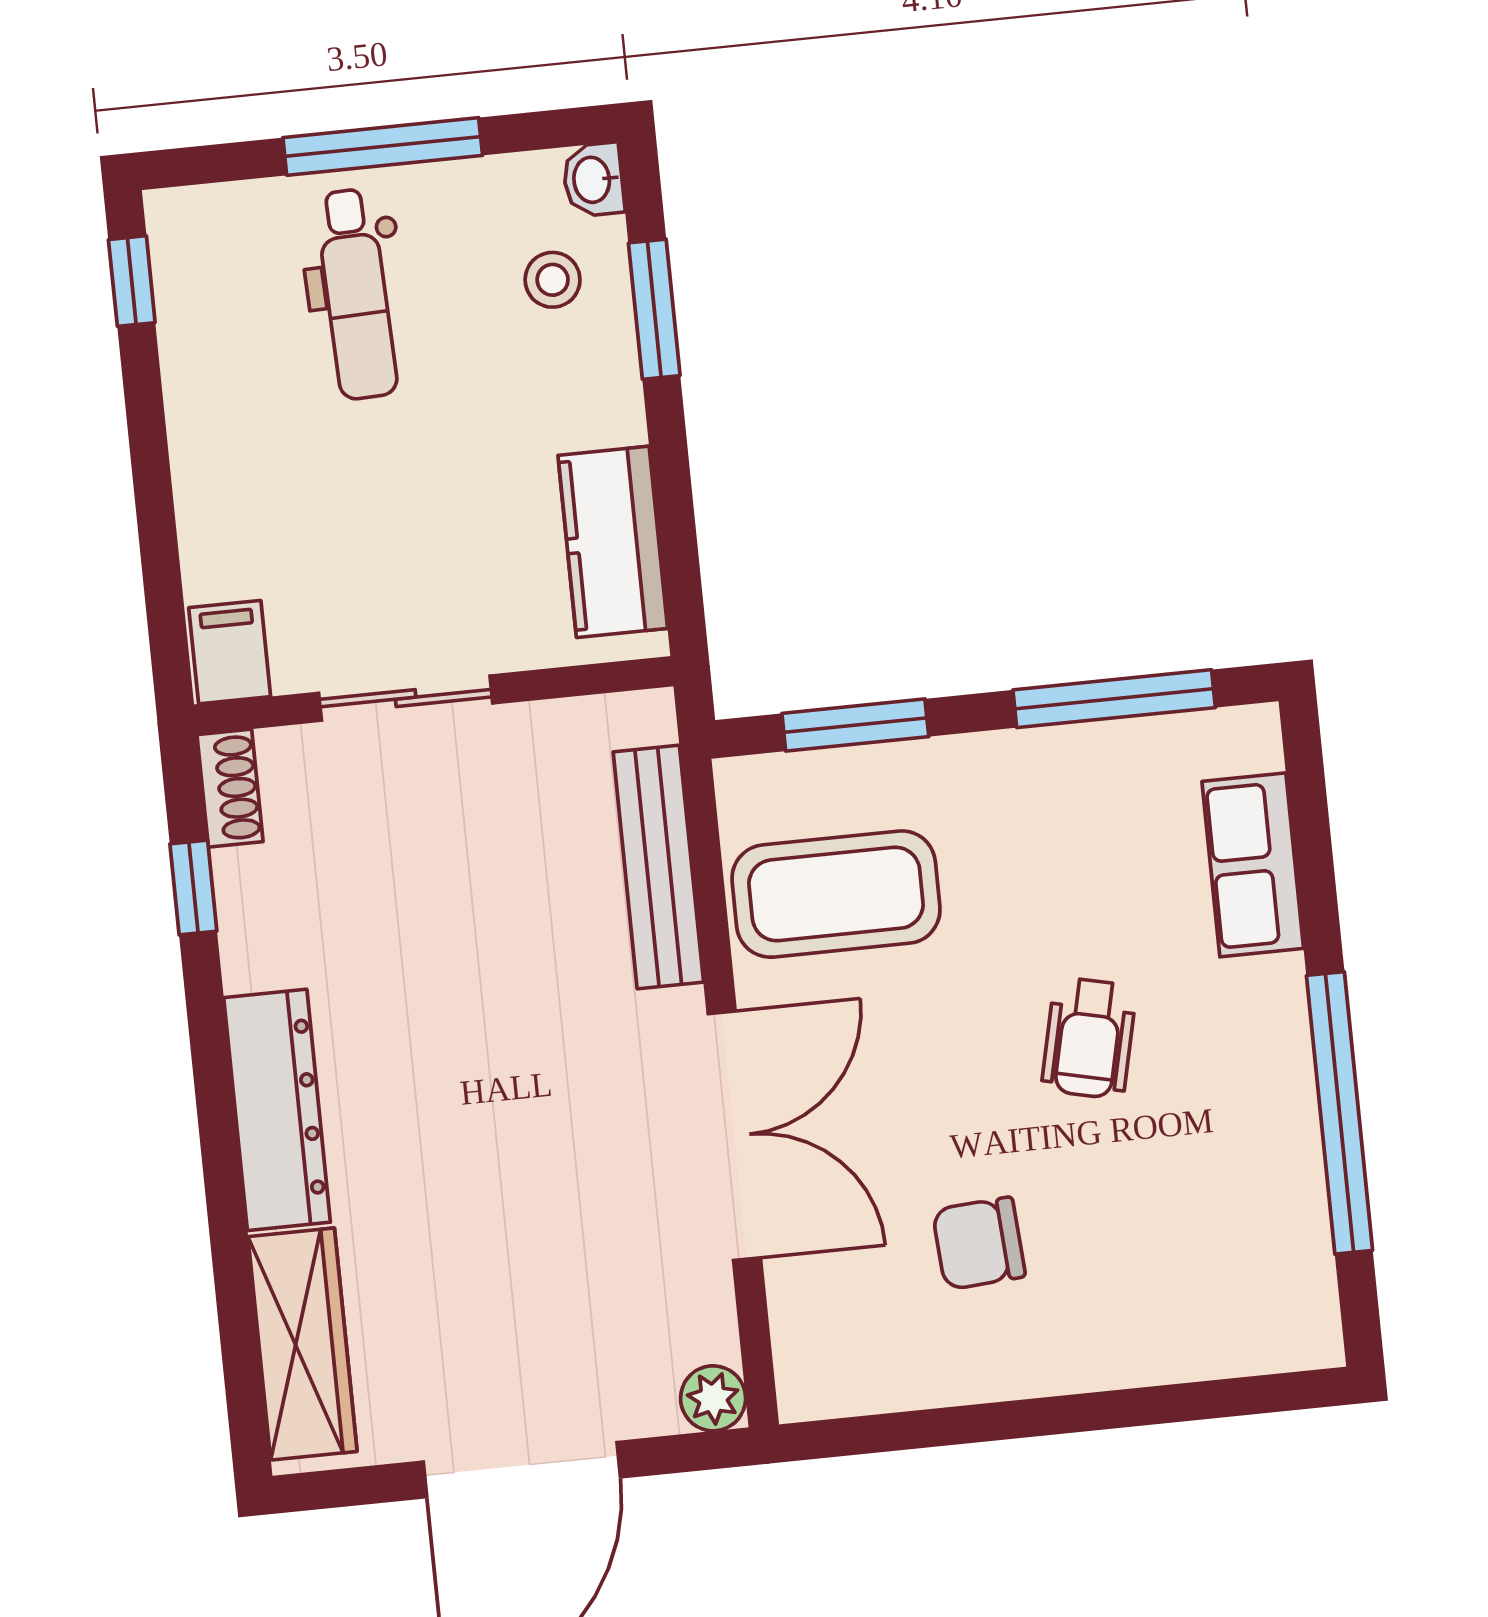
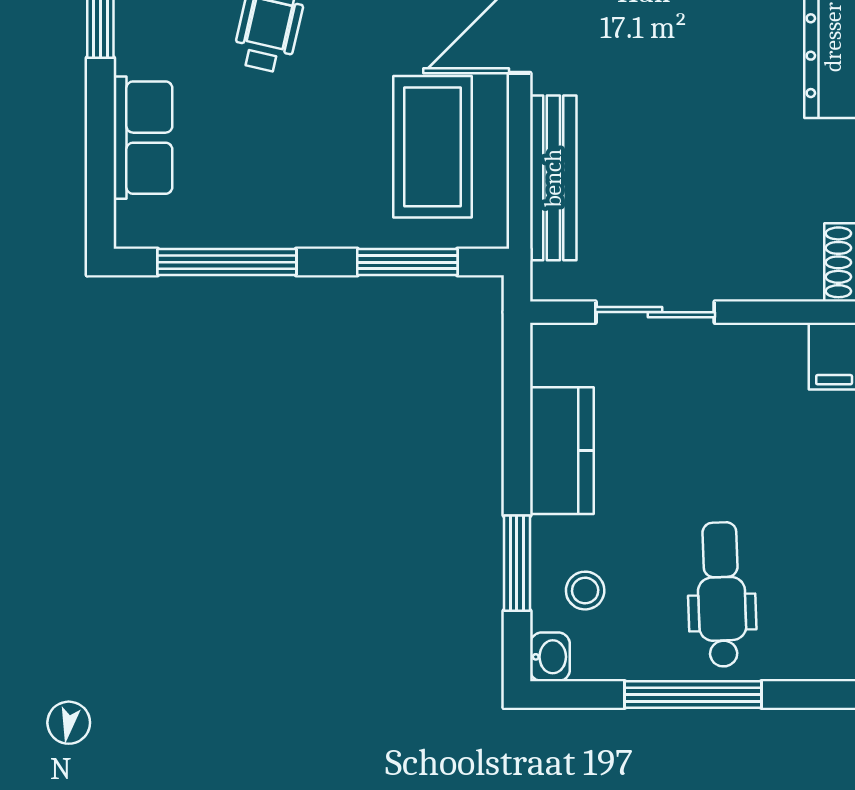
kitchen counter: (613, 542) -> (562, 451), moved
sliding door: (406, 698) -> (655, 312), moved
coffee table: (836, 894) -> (433, 147), turned 90

